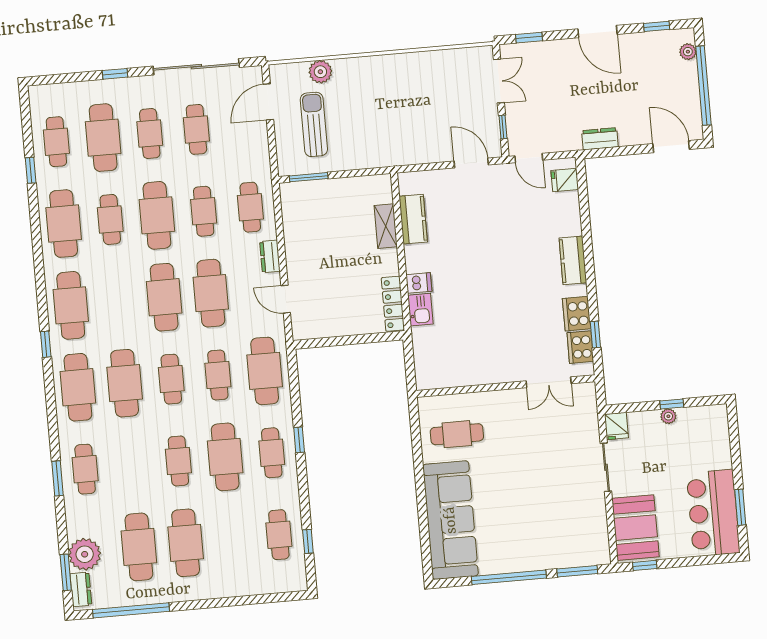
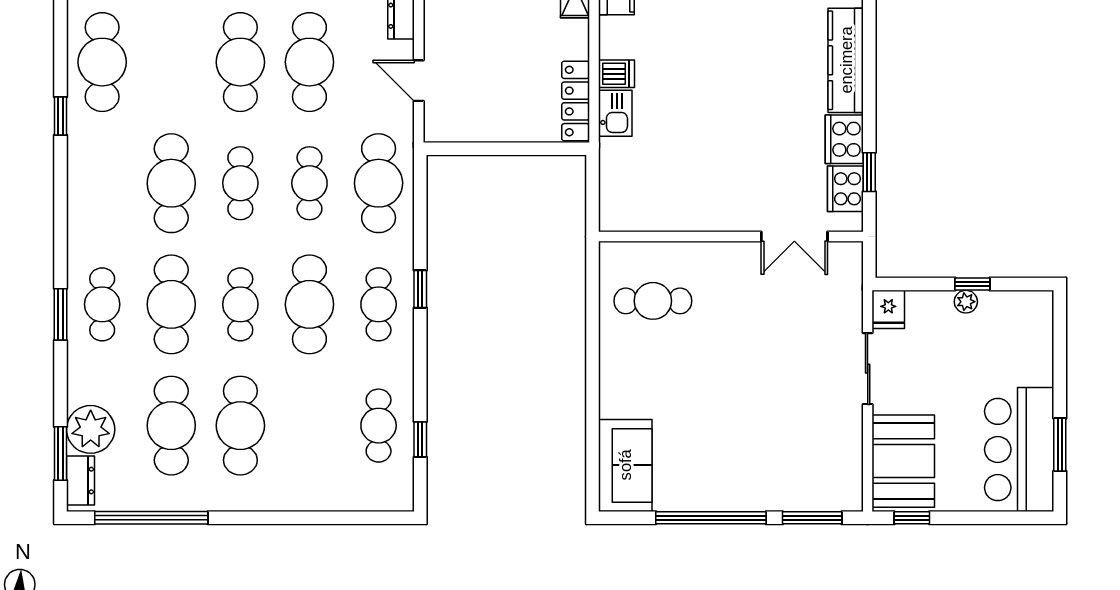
kitchen counter: (573, 260) -> (846, 60), width x1.50
cafe table: (78, 387) -> (171, 304), moved
sofa: (451, 520) -> (625, 465), width x0.54, depth x0.79

